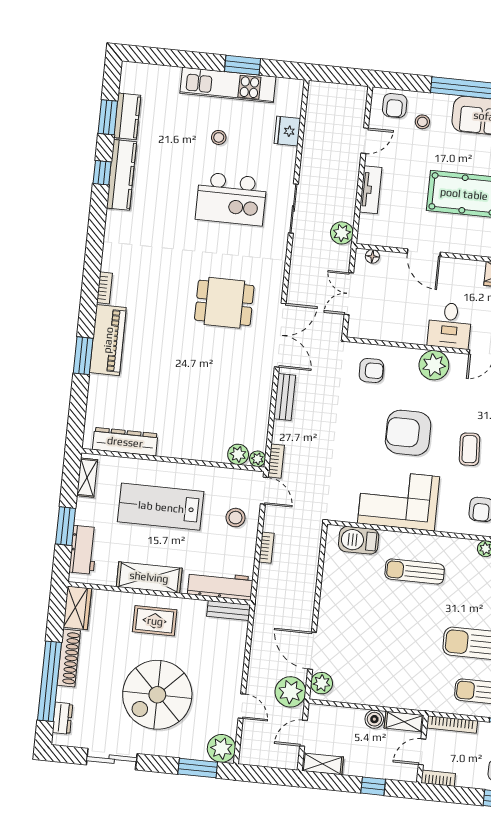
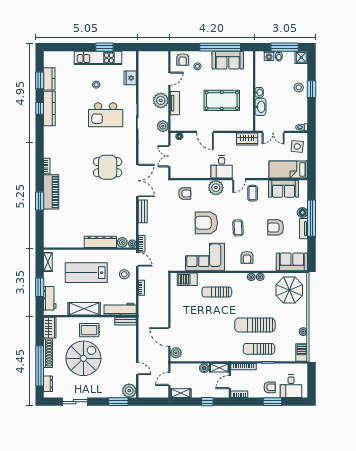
dresser: (125, 442) -> (100, 242), moved
plant: (290, 692) -> (161, 100), moved
spiral stairs: (157, 695) -> (83, 358), moved, turned 180

